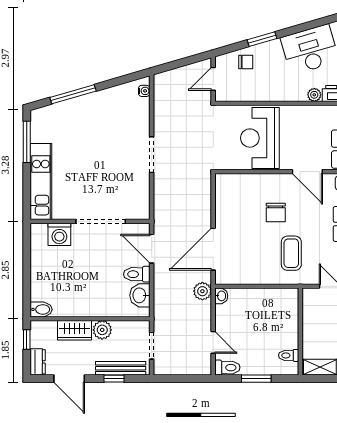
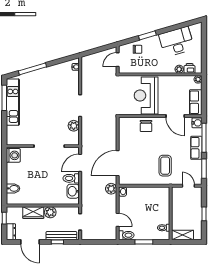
kitchen unit: (41, 181) -> (13, 102), moved
plant: (141, 188) -> (74, 126), added
chair: (276, 213) -> (146, 126), moved
washing machine: (59, 234) -> (13, 155), moved, turned -90
door: (152, 249) -> (80, 163), hinge flipped
bidet: (41, 309) -> (13, 188), moved

